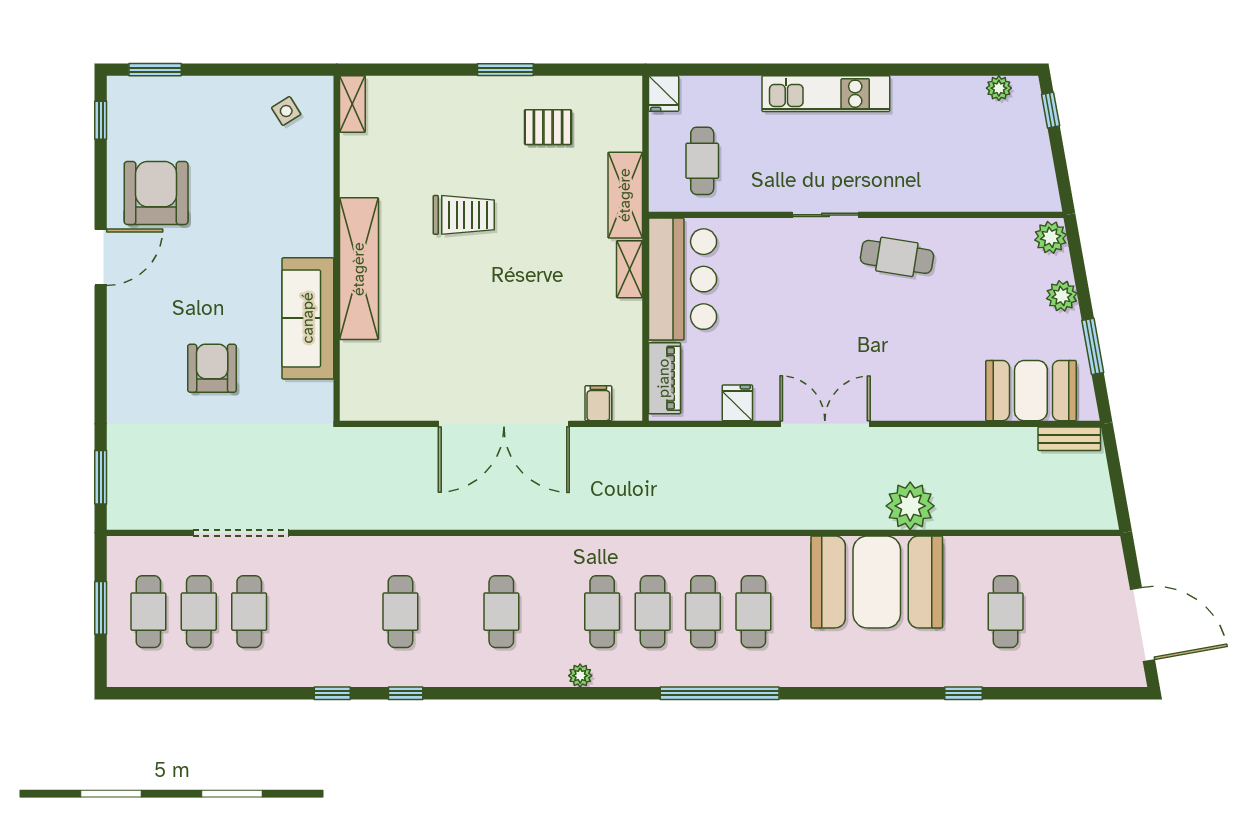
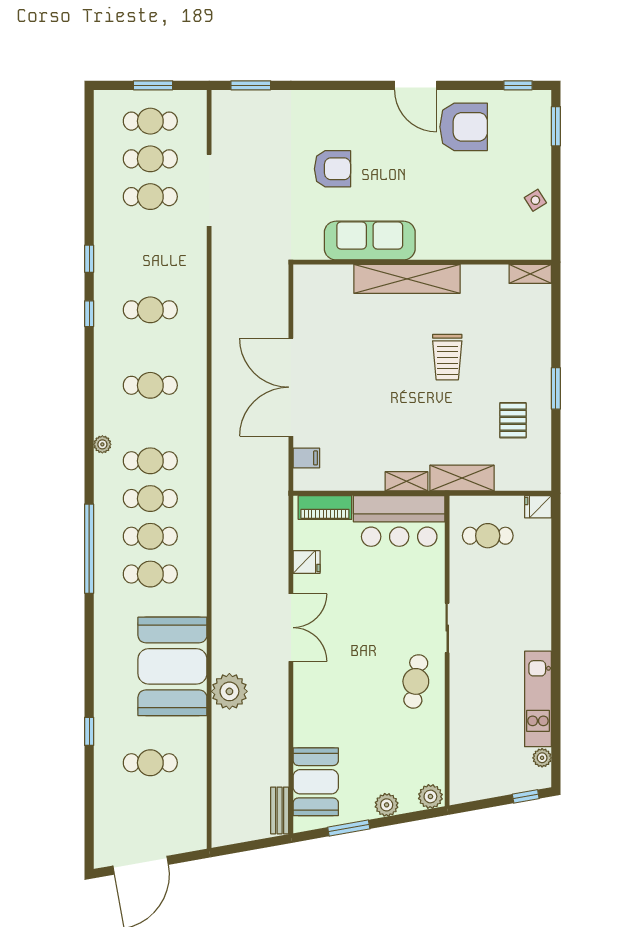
kitchen unit: (826, 94) -> (538, 699), moved
side table: (286, 111) -> (535, 200), moved

